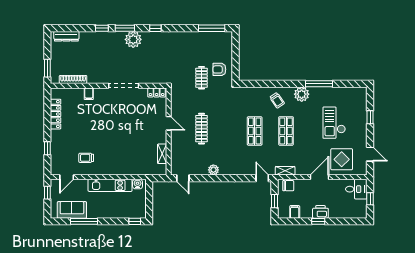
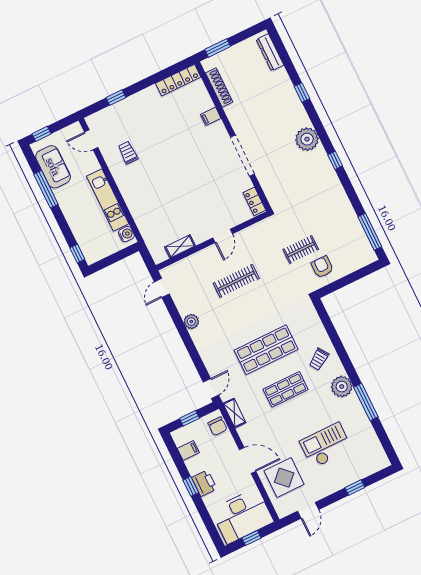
window: (125, 28) -> (316, 122), removed
locker: (56, 114) -> (178, 80), moved
shop shelf: (255, 131) -> (266, 350), width x1.43, depth x1.36
desk: (356, 189) -> (242, 516), width x1.87, depth x1.30
window: (47, 193) -> (42, 134), moved

